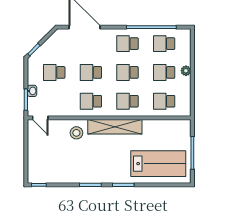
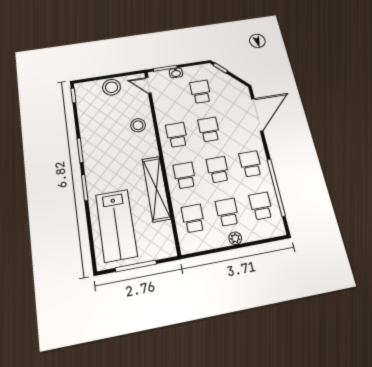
door: (40, 118) -> (148, 85), hinge flipped
shelving: (115, 127) -> (156, 189), moved
stool: (37, 151) -> (112, 87), added

